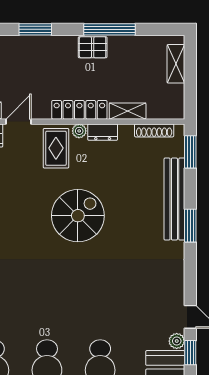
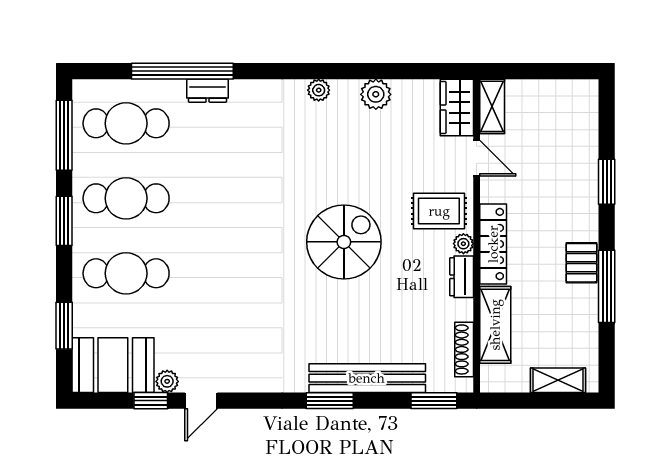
shelving: (128, 111) -> (495, 325), width x1.50, depth x1.33
spiral stairs: (78, 216) -> (344, 242), turned -90

